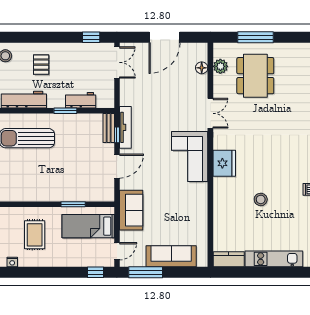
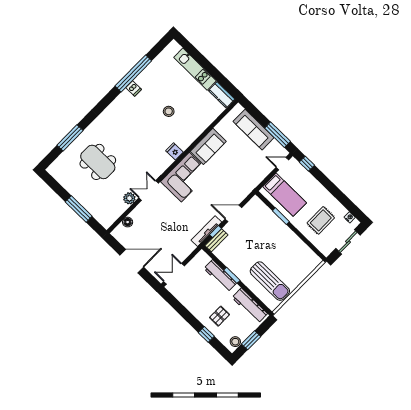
window: (91, 37) -> (206, 334), moved
plant: (220, 66) -> (129, 198), moved
dining table: (255, 76) -> (98, 162), moved, turned 90
workbench: (81, 100) -> (220, 276), width x1.38
fridge: (224, 163) -> (174, 151), width x0.53, depth x0.75
sofa: (131, 210) -> (208, 146), moved, turned 180

